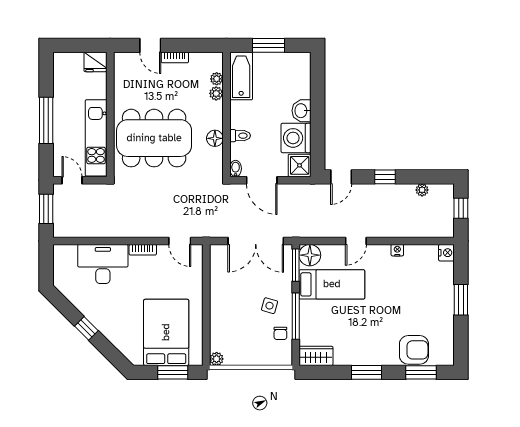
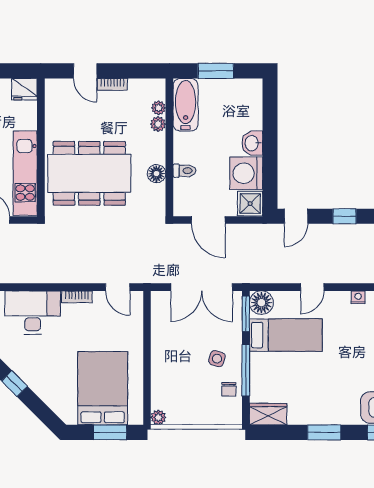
bidet: (236, 169) -> (179, 207), removed

